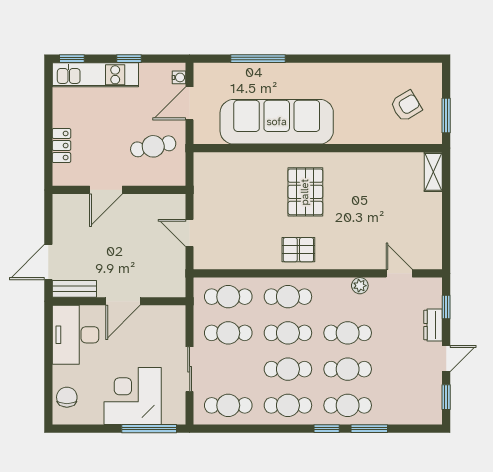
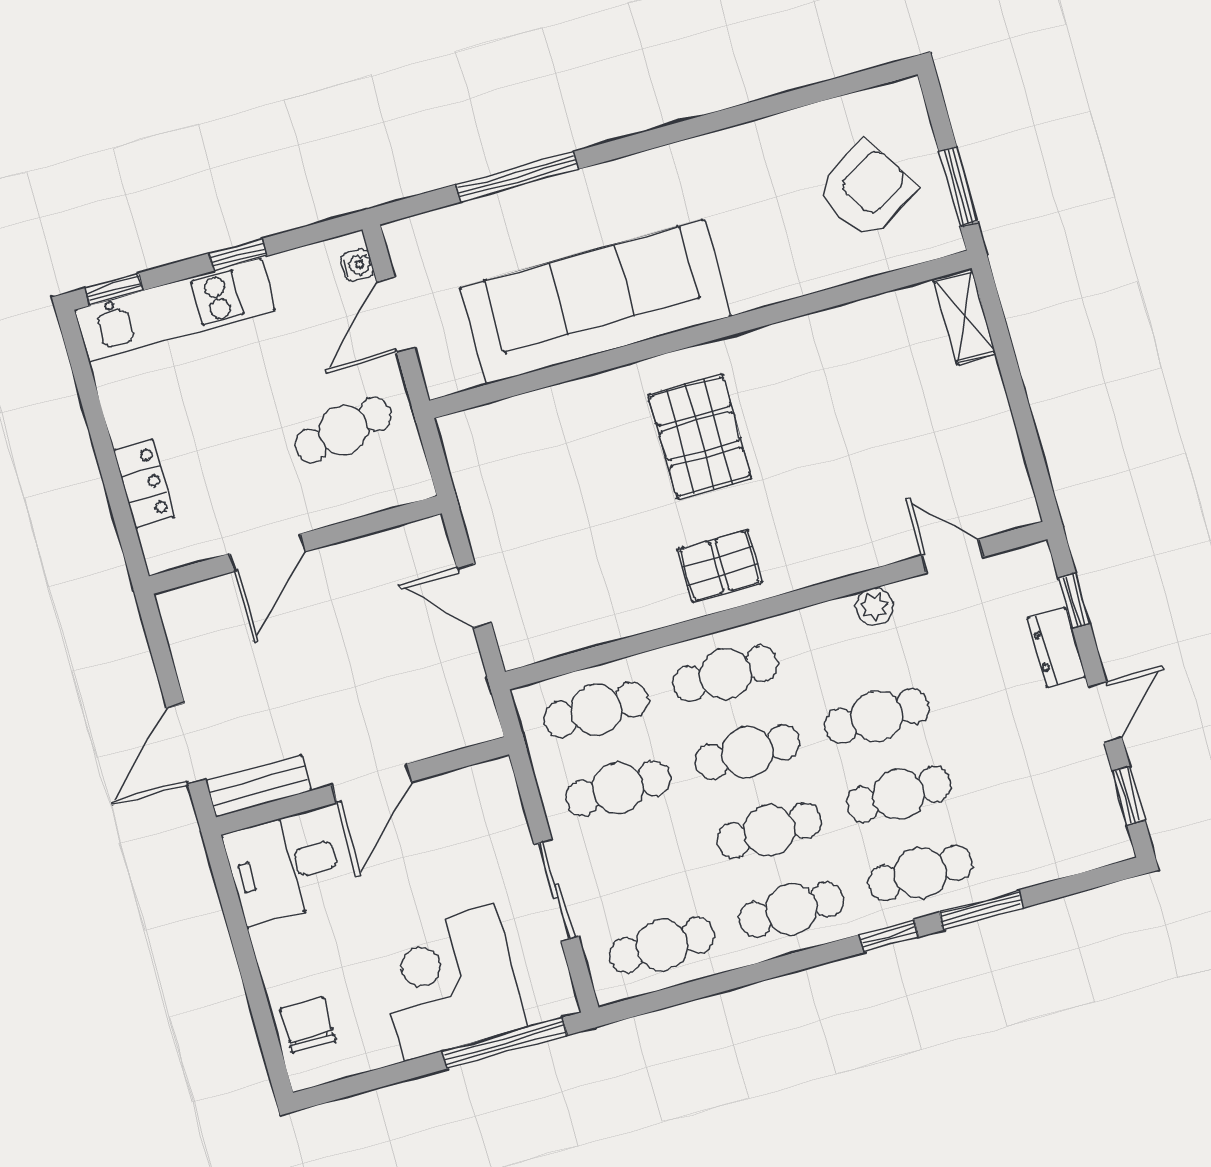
armchair: (406, 106) -> (866, 190), width x1.38, depth x1.38
desk: (76, 335) -> (284, 867), width x0.73

